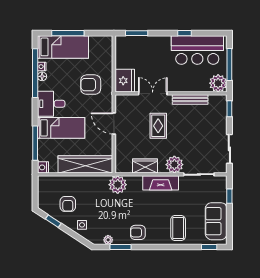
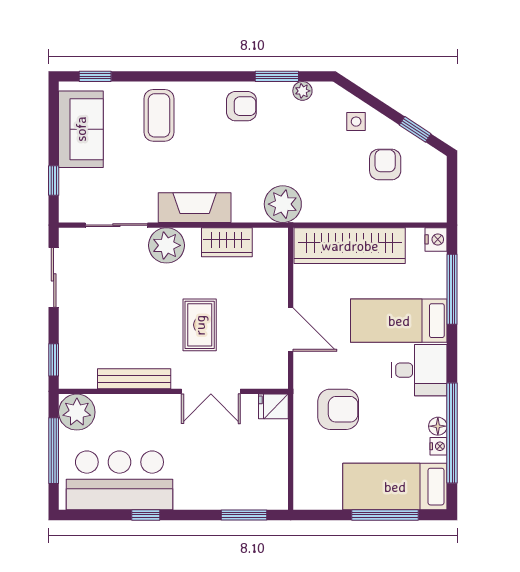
fridge: (125, 81) -> (273, 406), width x0.53, depth x0.75

